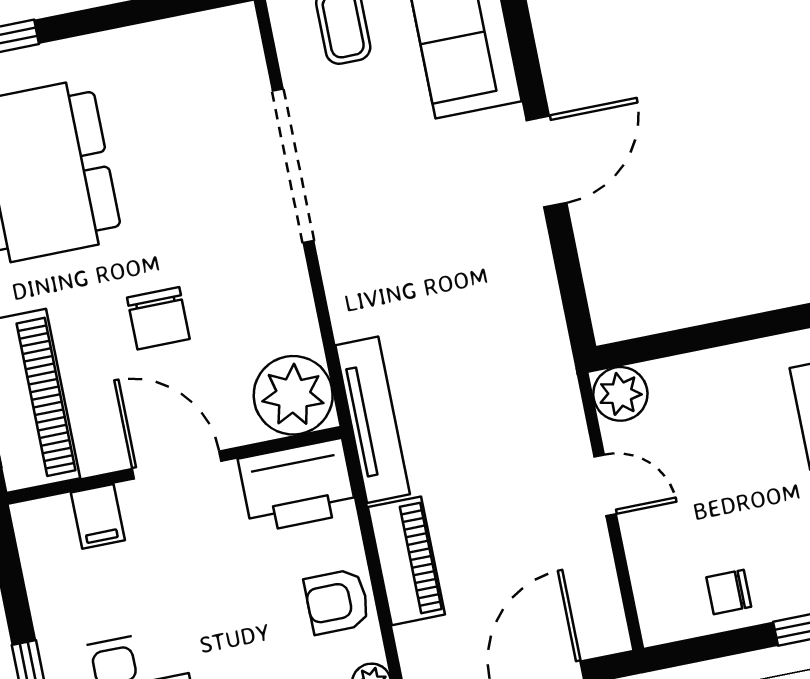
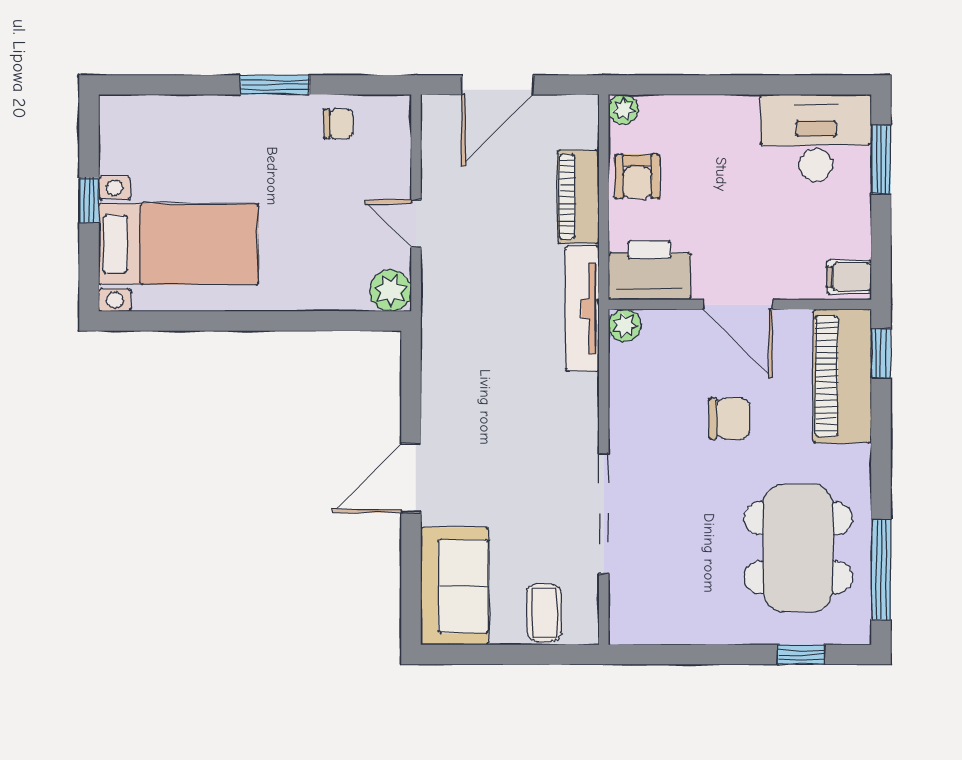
chair: (158, 318) -> (729, 419), turned 90
plant: (293, 395) -> (625, 325), width x0.53, depth x0.53
filing cabinet: (98, 516) -> (849, 277), moved, turned -90
armchair: (337, 602) -> (637, 176), turned 90

